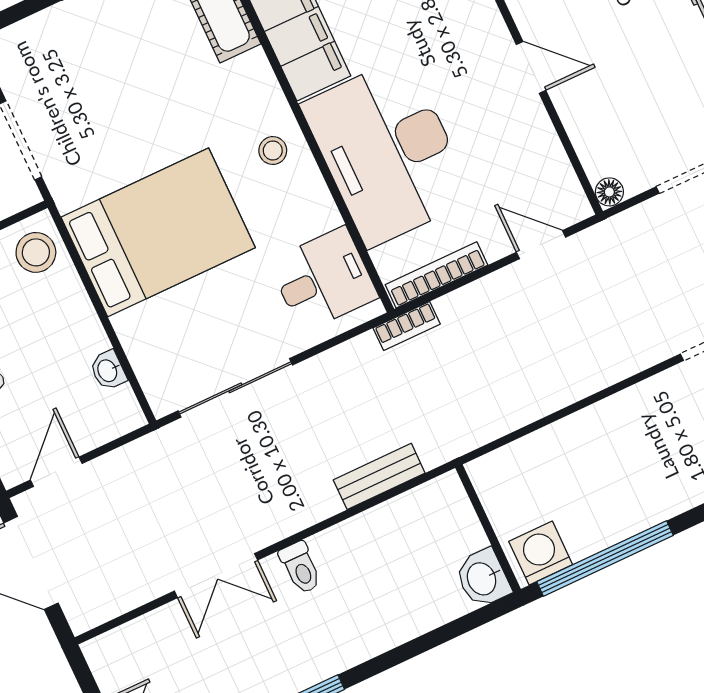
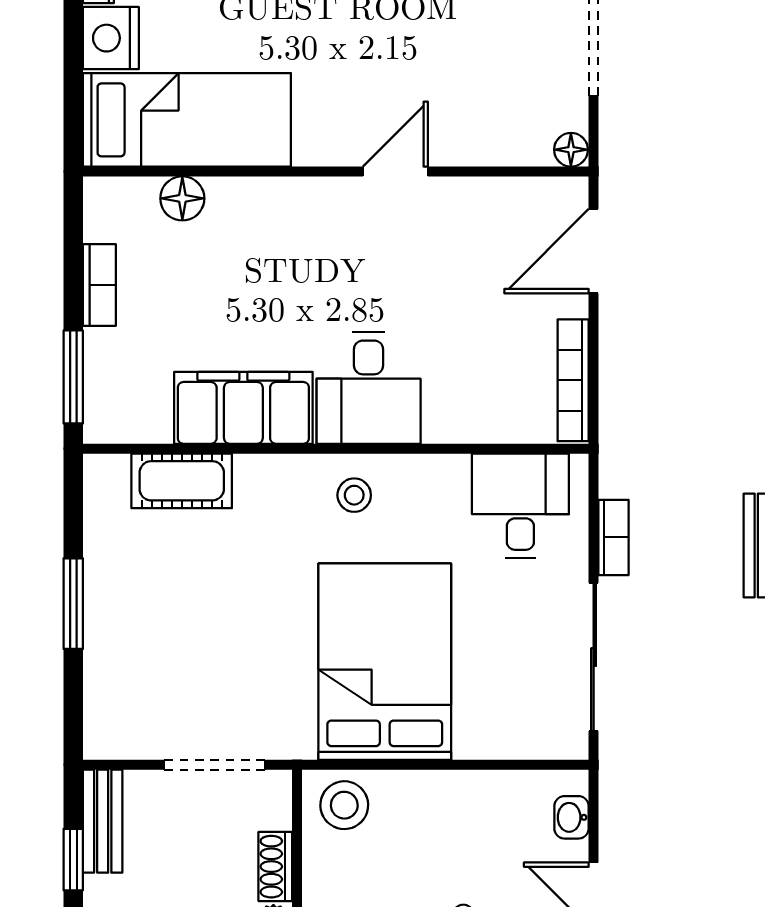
desk: (387, 152) -> (369, 388), width x0.53, depth x0.77
door: (541, 245) -> (594, 251), width x1.38
bookcase: (407, 326) -> (614, 537), moved
washbasin: (108, 370) -> (572, 817), moved, turned 90

